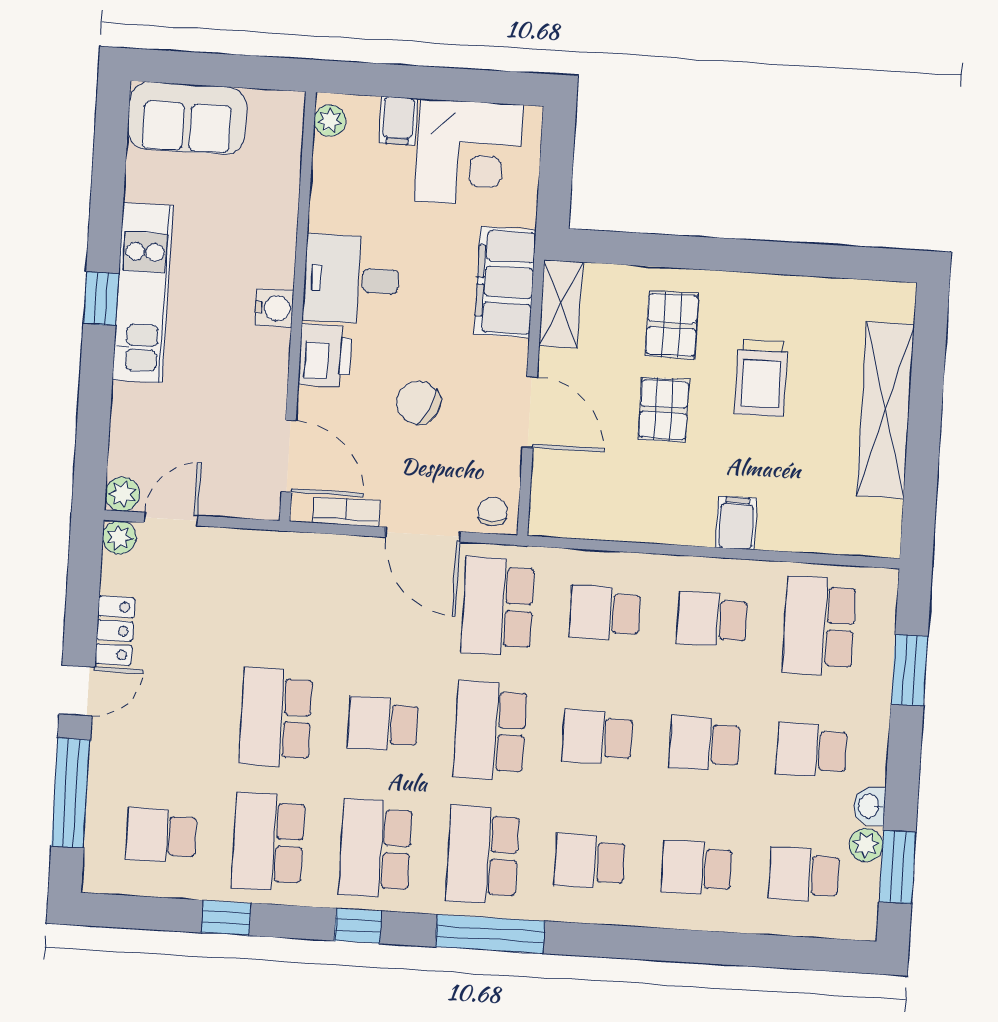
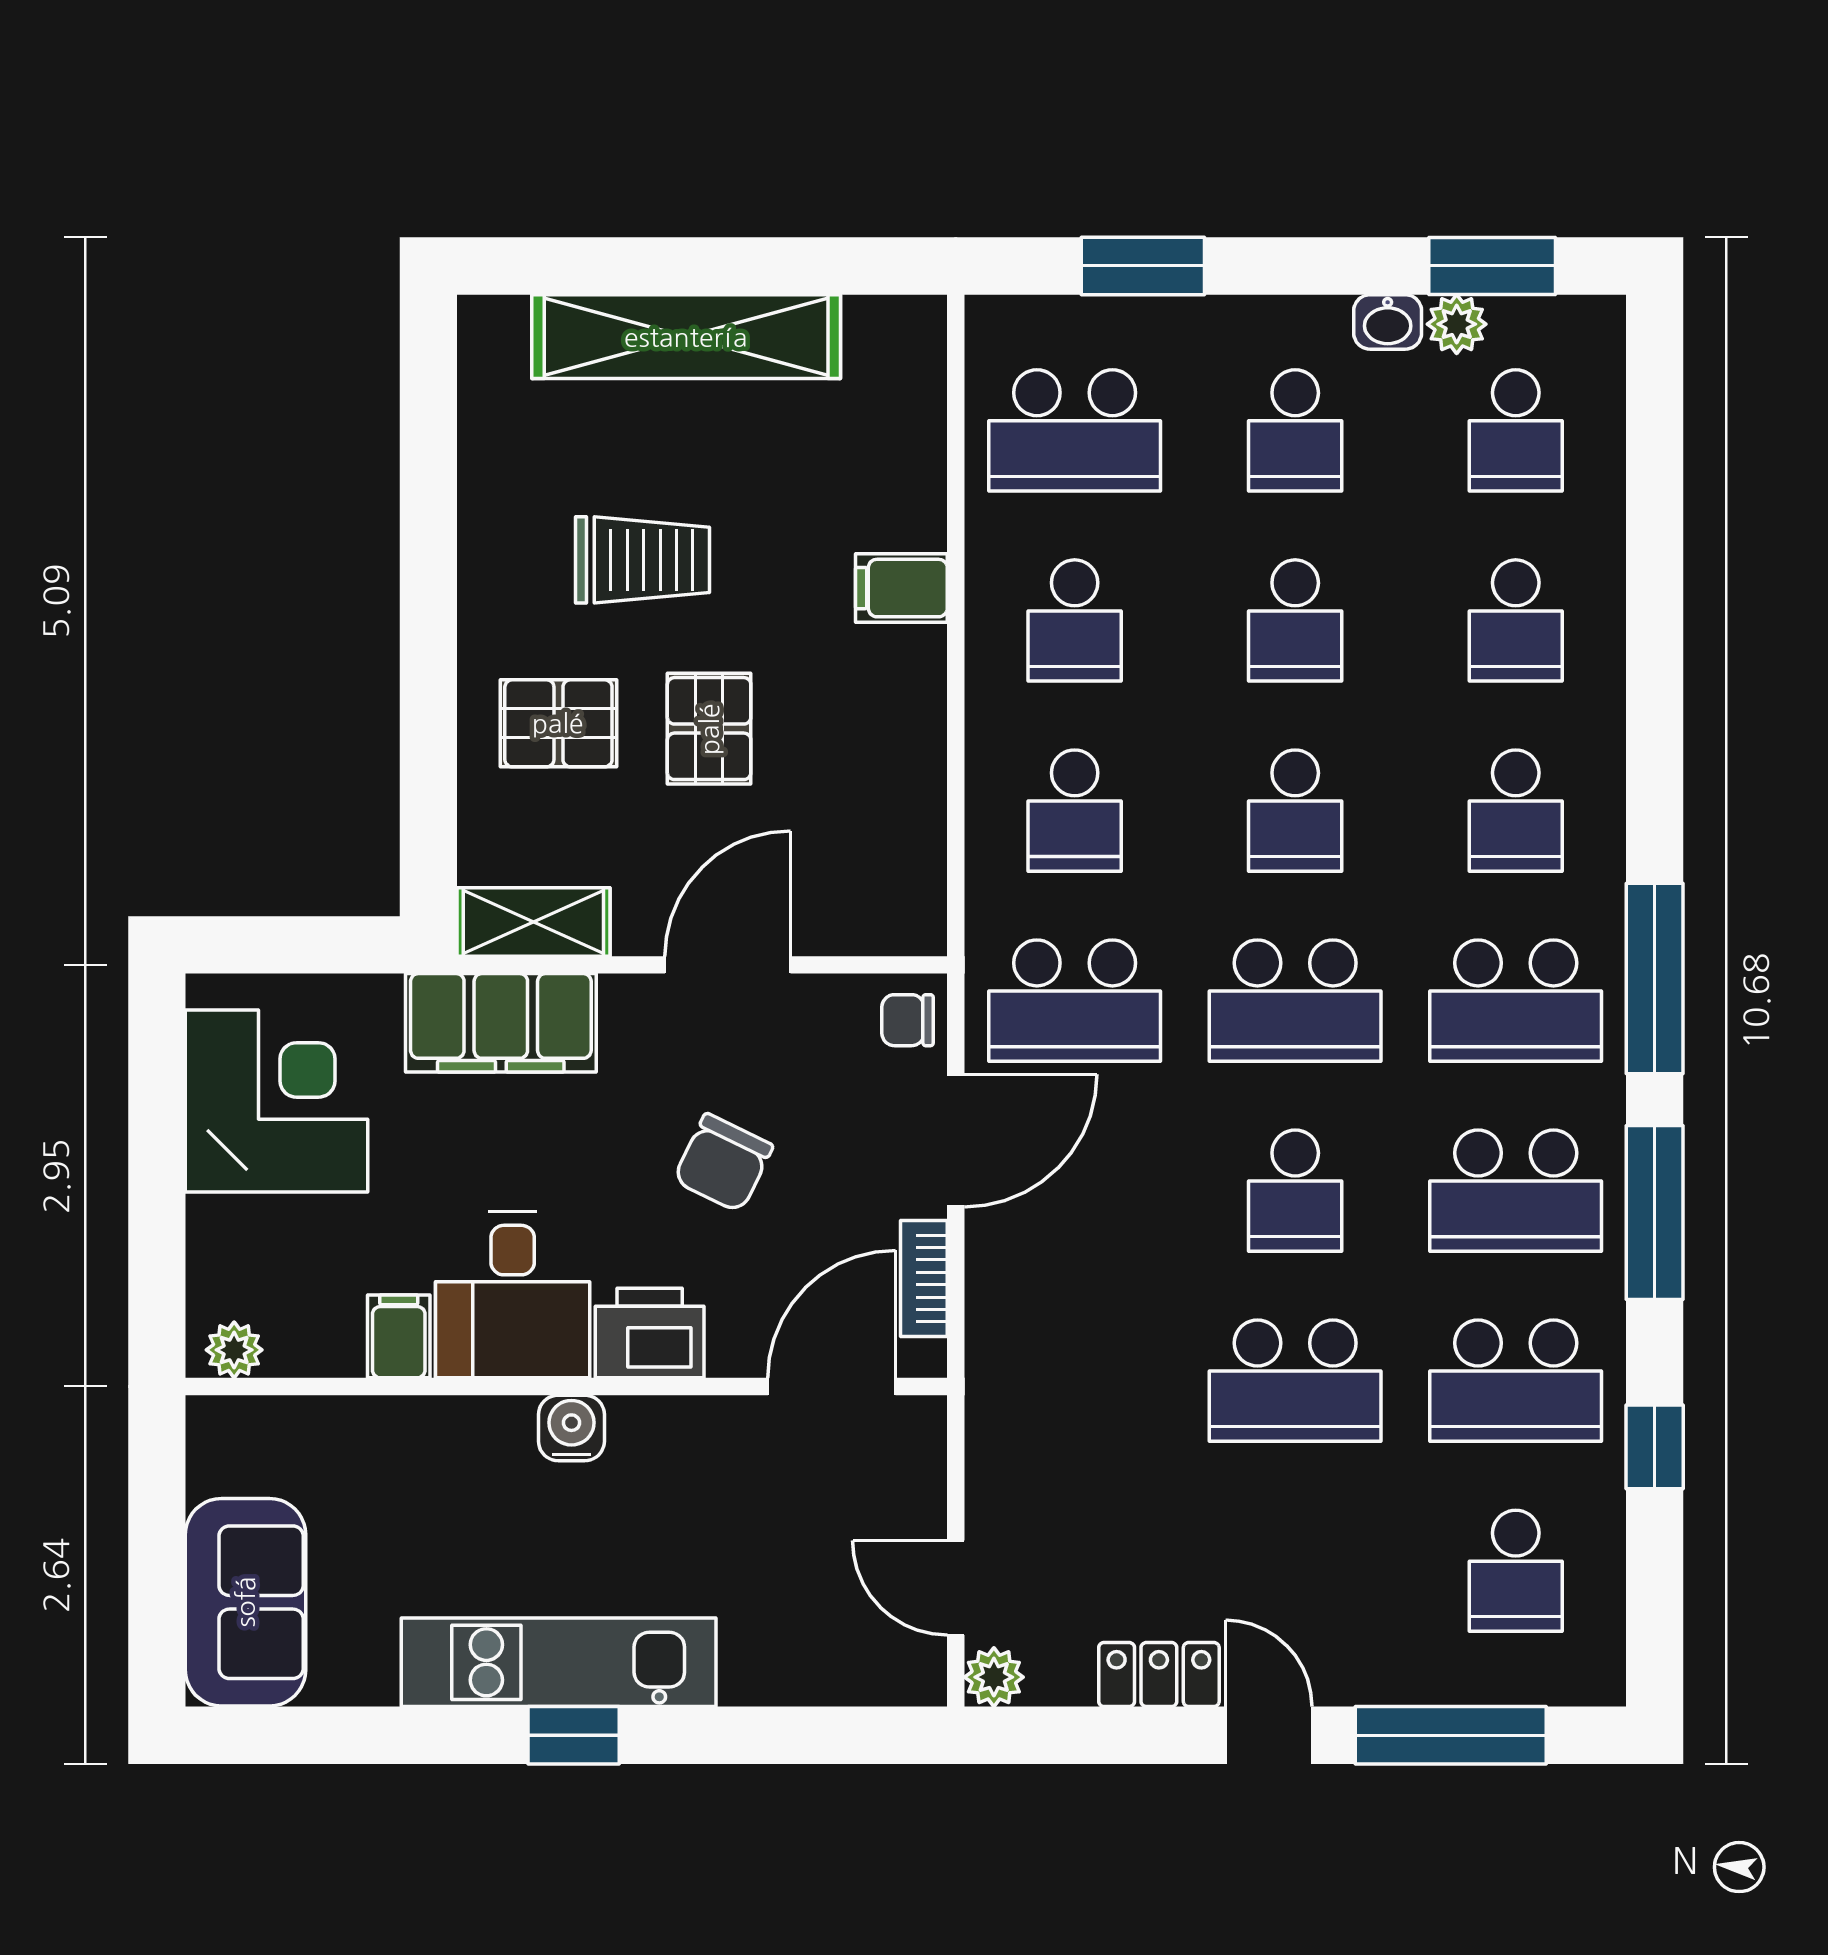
filing cabinet: (398, 121) -> (399, 1336), moved, turned -90
pallet: (664, 410) -> (709, 729), turned 90
plant: (122, 494) -> (917, 1676), removed
window: (358, 926) -> (1655, 1212), width x2.17

